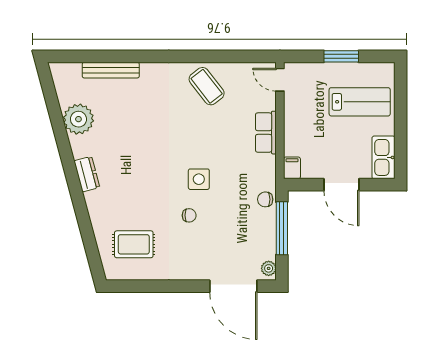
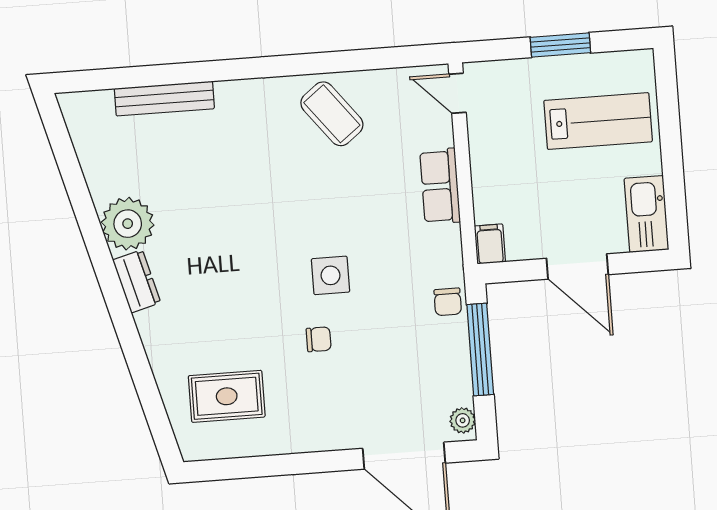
plant: (78, 119) -> (128, 224), moved
chair: (265, 199) -> (448, 302), turned -90

